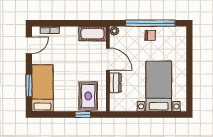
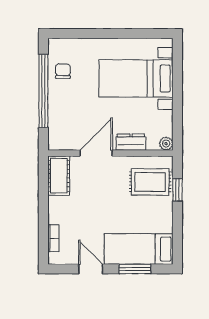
plant: (114, 31) -> (166, 144), moved
chair: (150, 35) -> (63, 71), moved
door: (29, 45) -> (91, 269), moved

